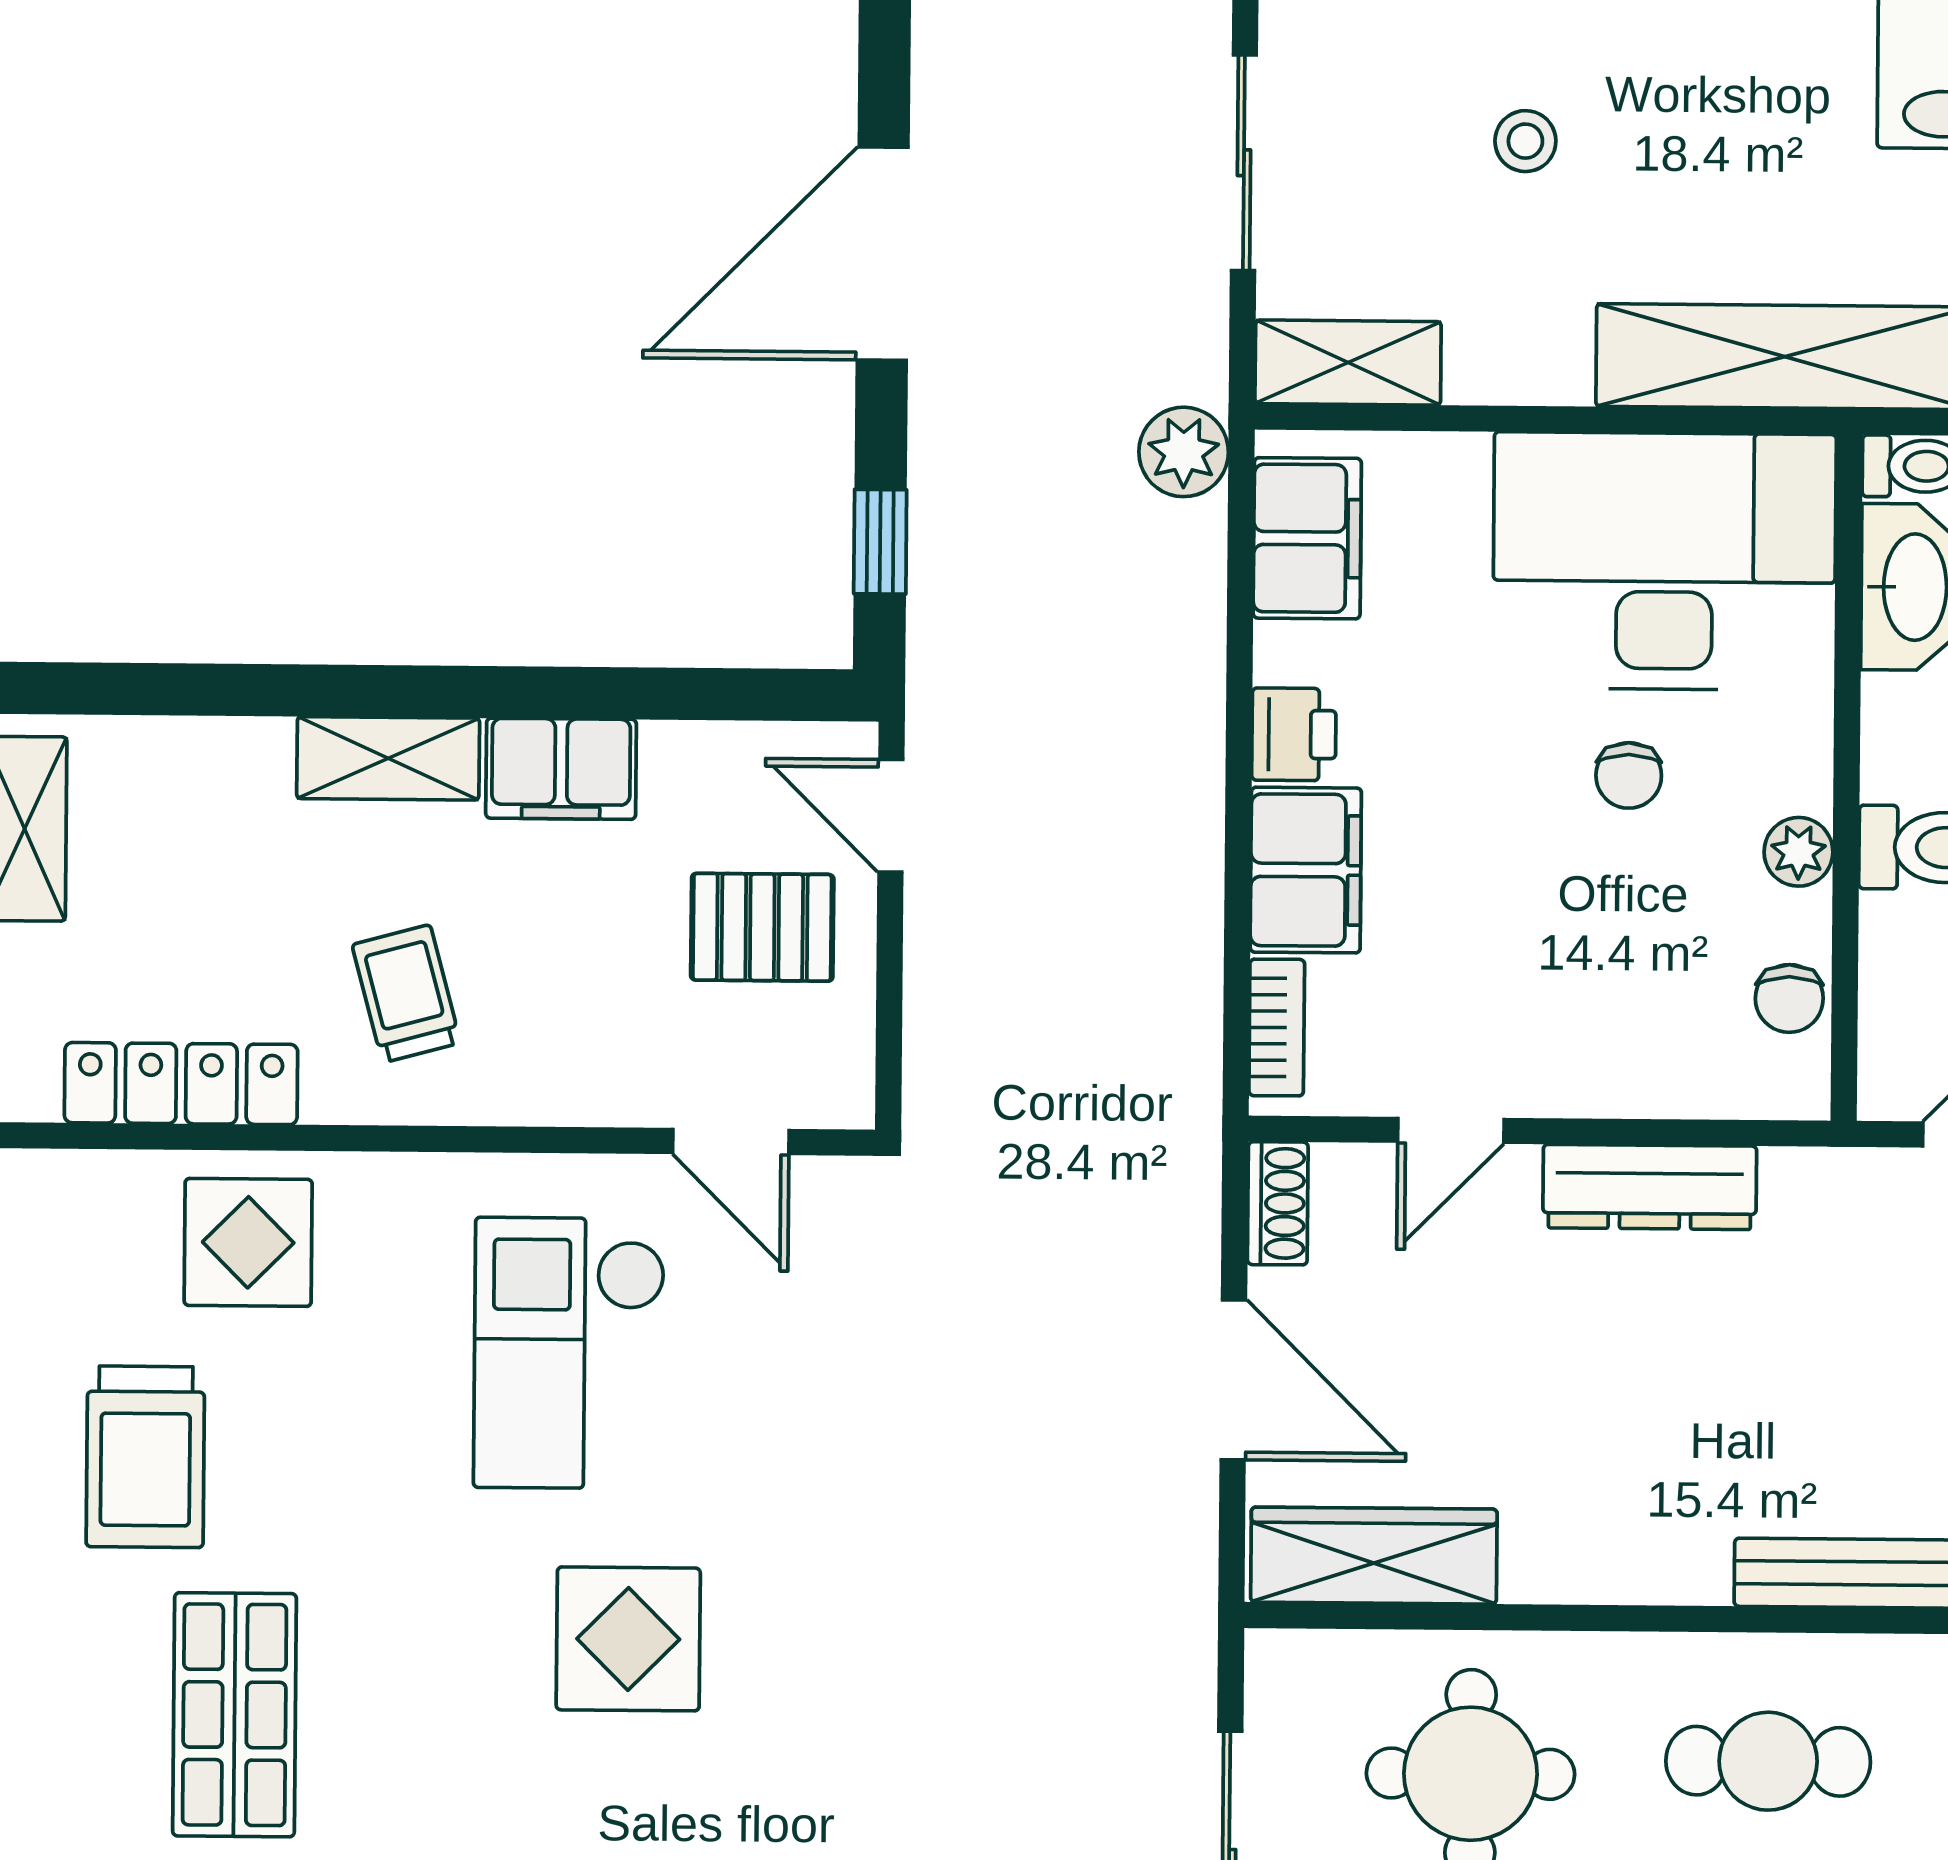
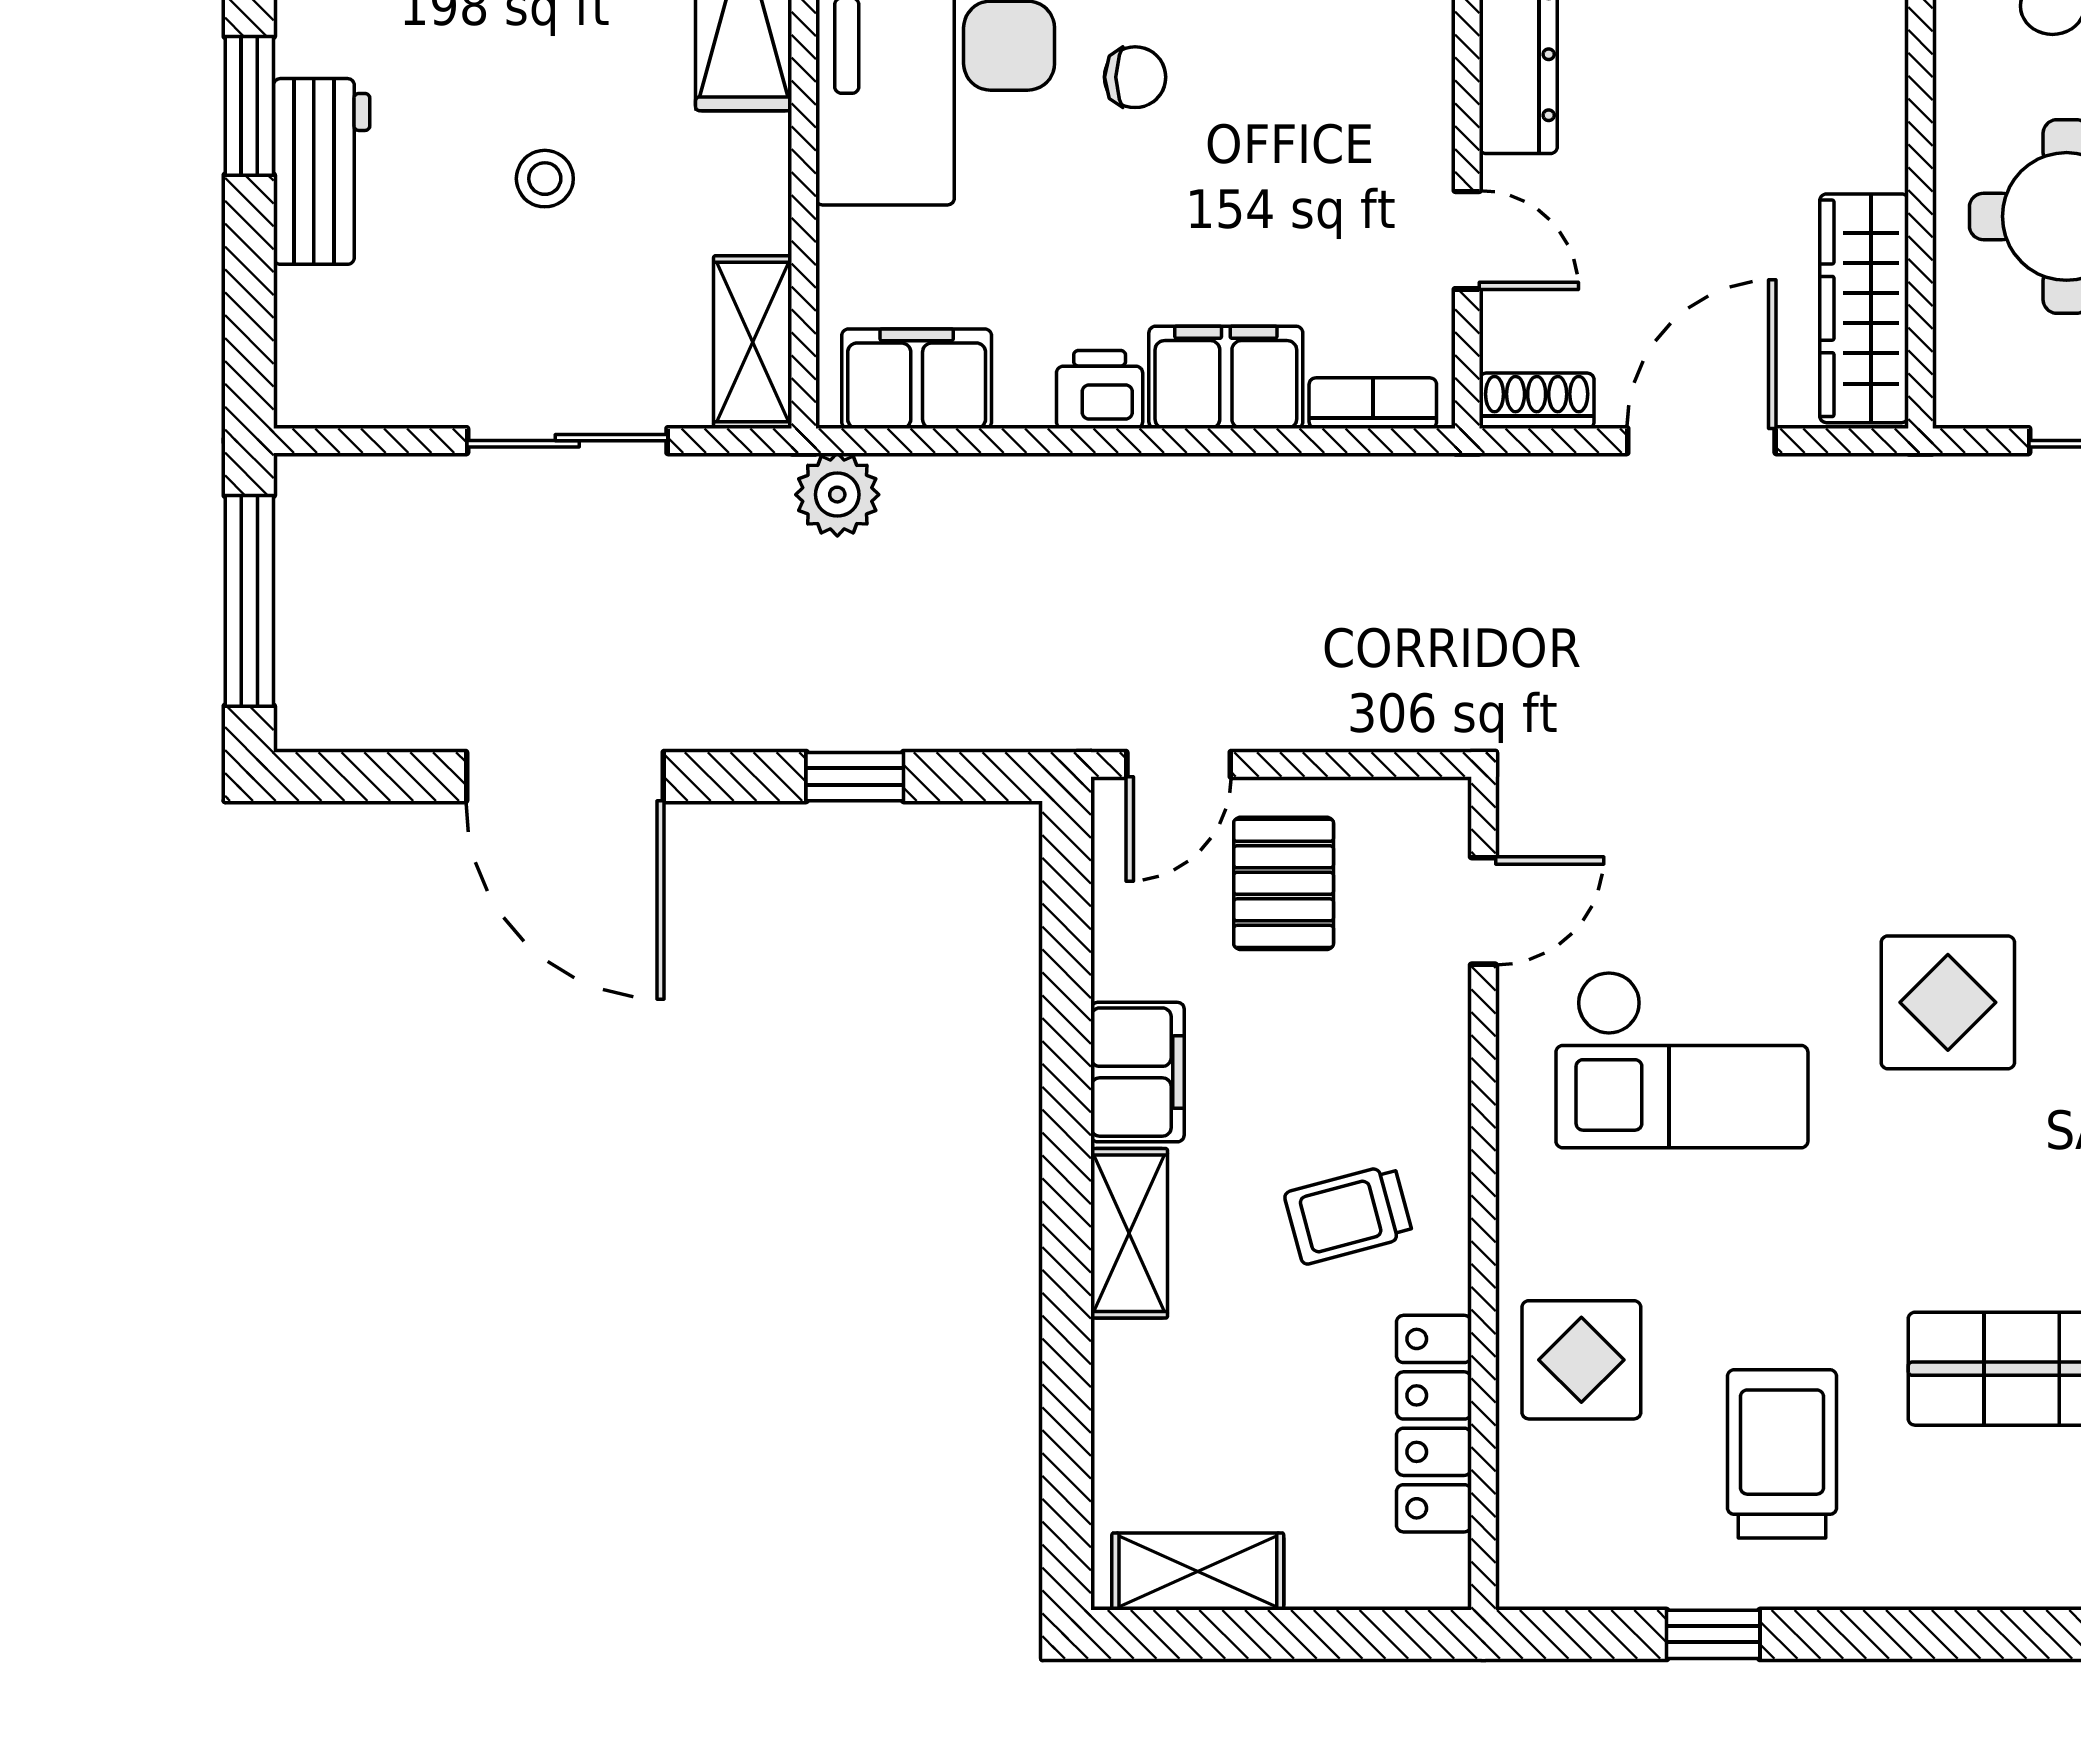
door: (883, 254) -> (565, 777), moved
window: (880, 542) -> (855, 777), moved
trolley: (145, 1457) -> (1782, 1454), turned -90

